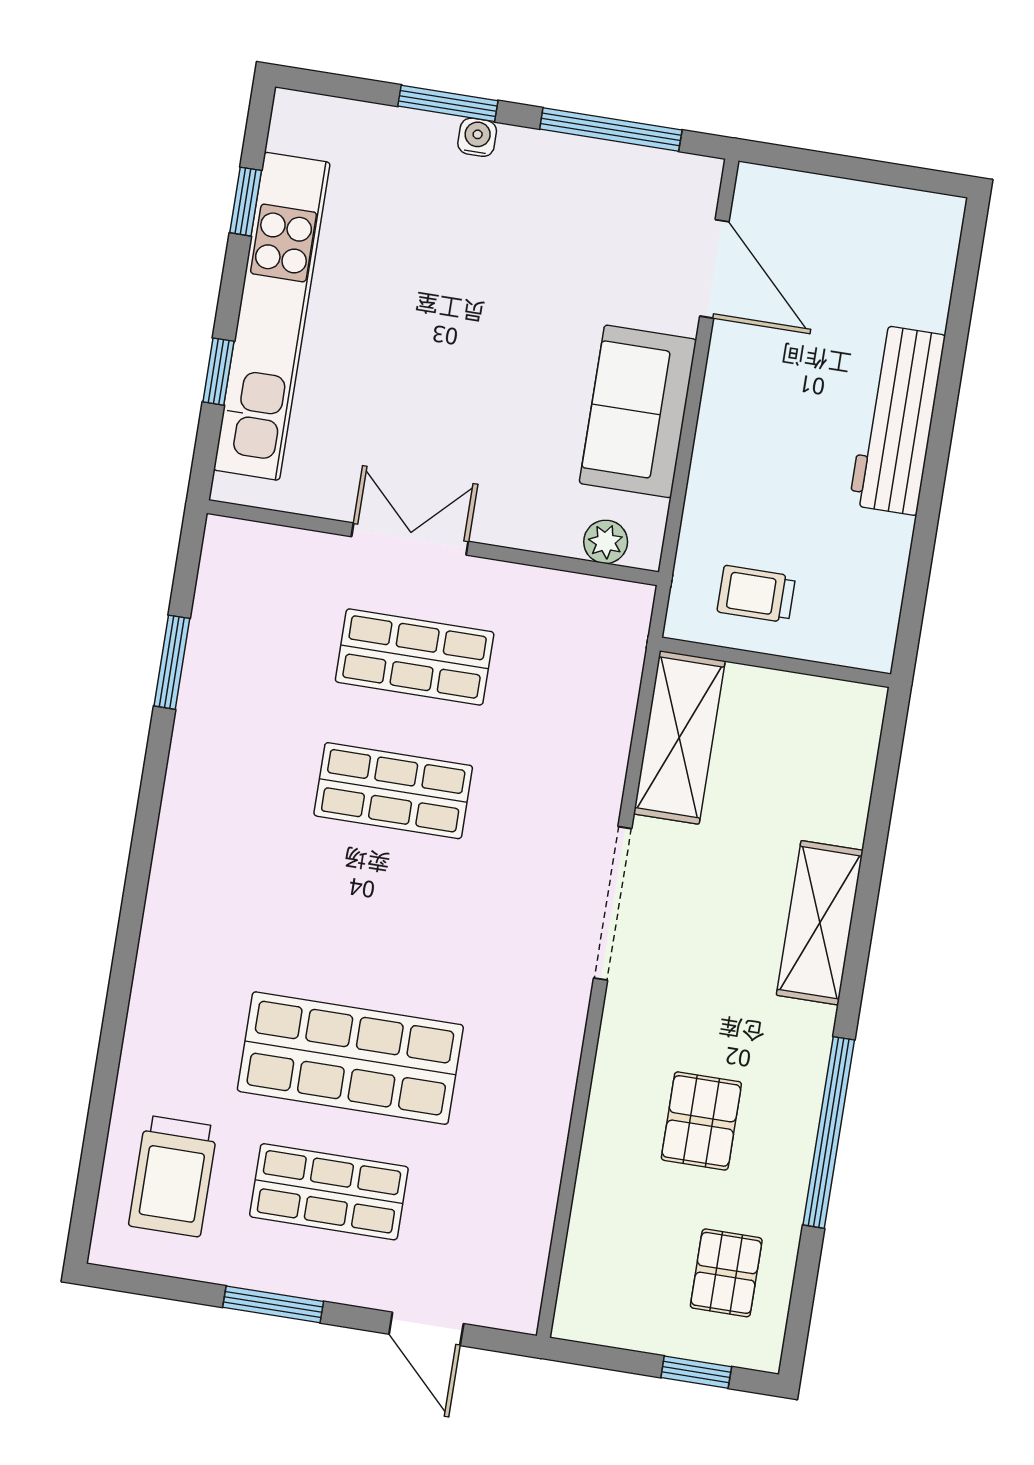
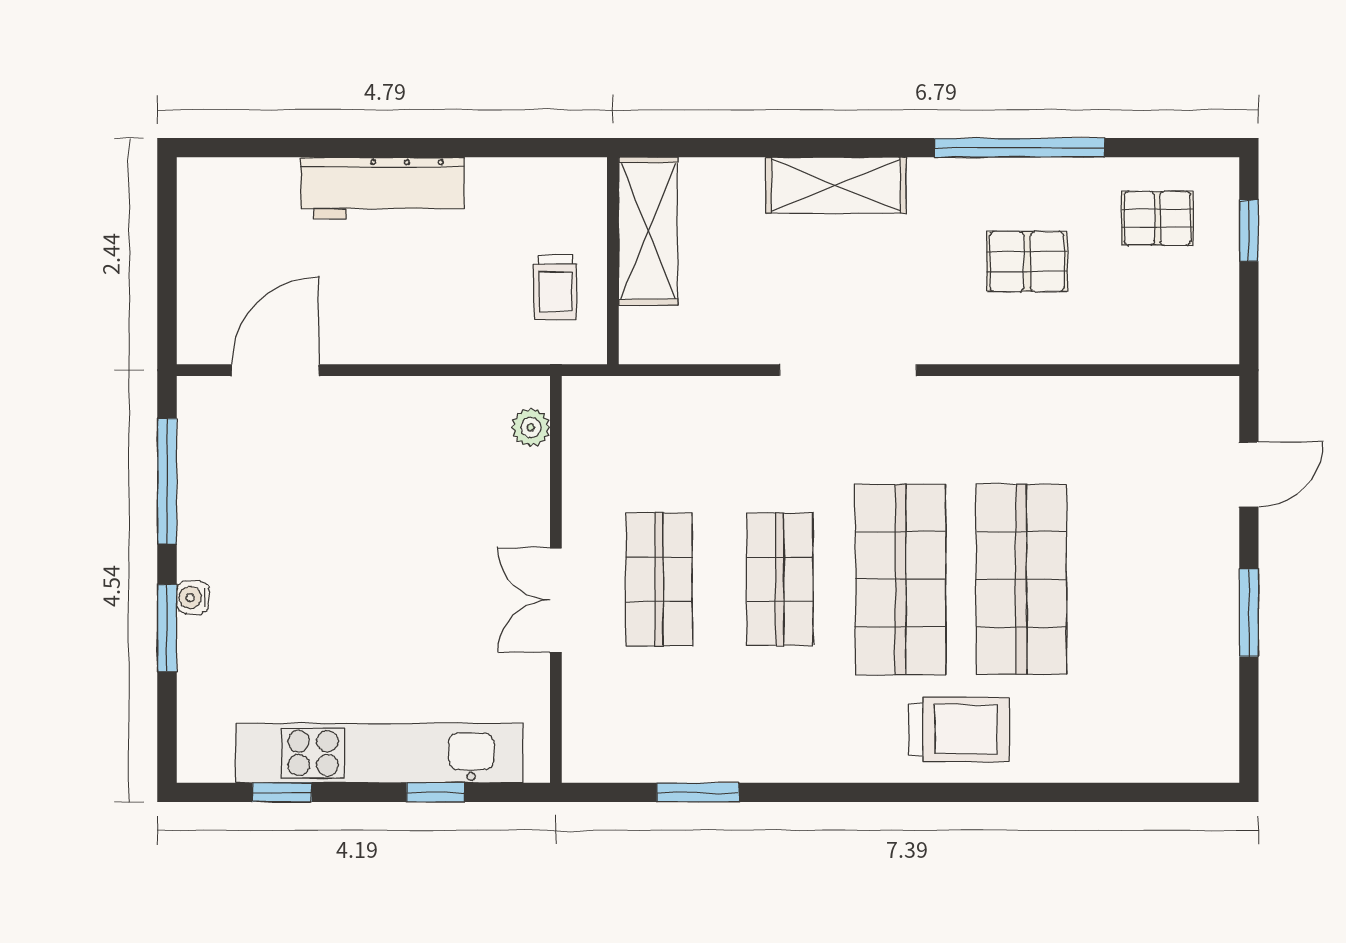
sofa: (638, 411) -> (411, 417), removed
shelving: (679, 737) -> (648, 231), moved, turned 90
trolley: (173, 1176) -> (959, 729), moved
shop shelf: (329, 1192) -> (900, 579), moved, width x1.43, depth x1.36

